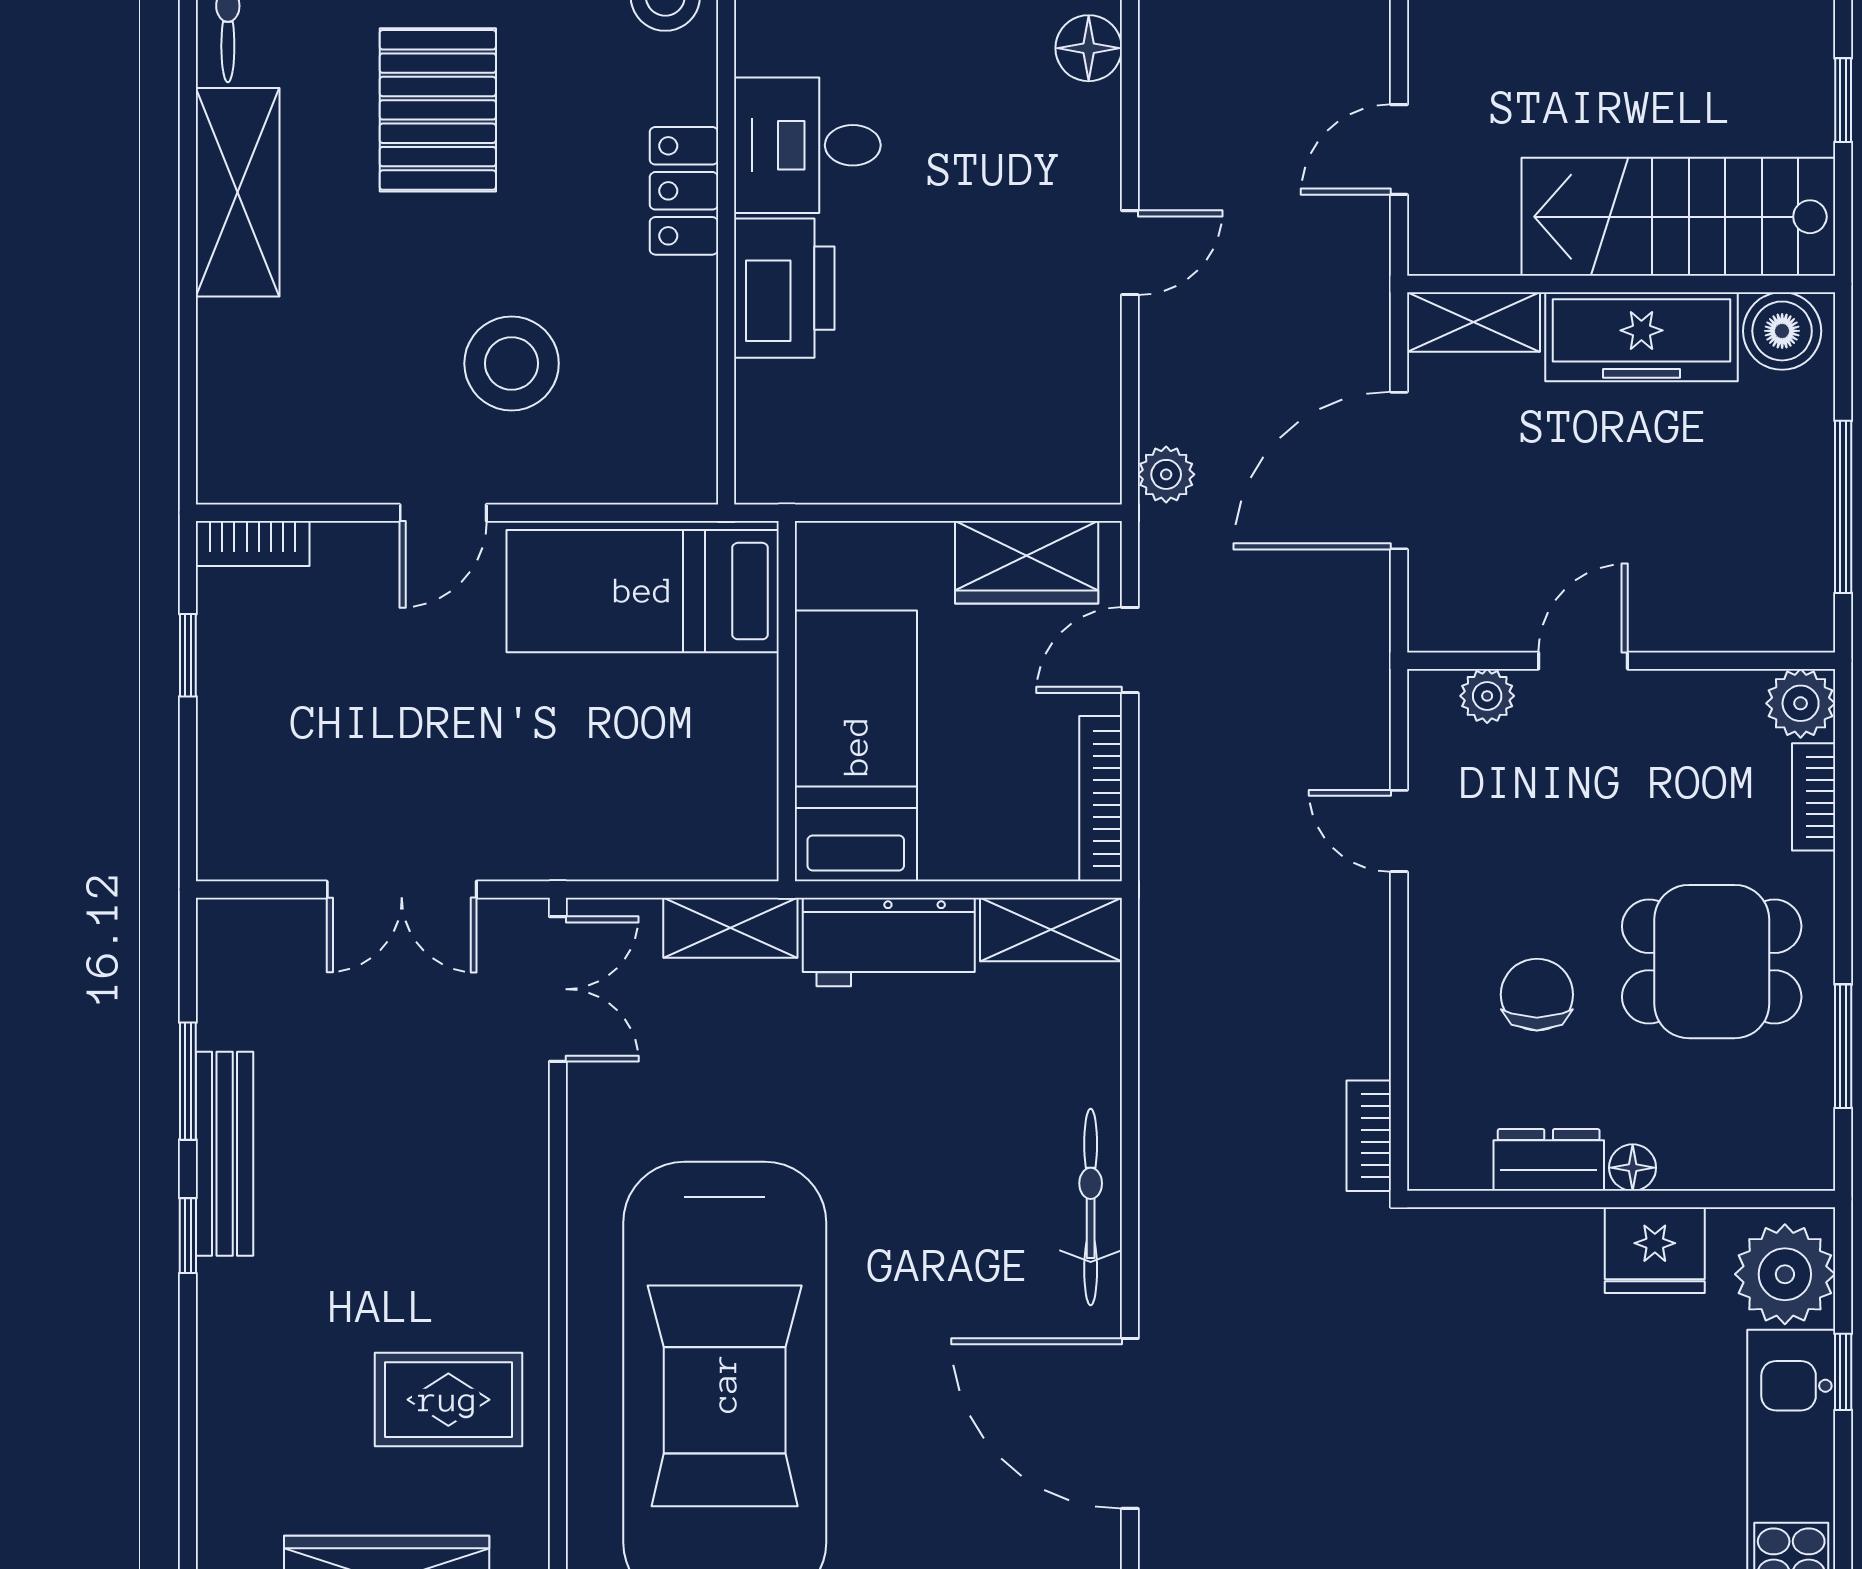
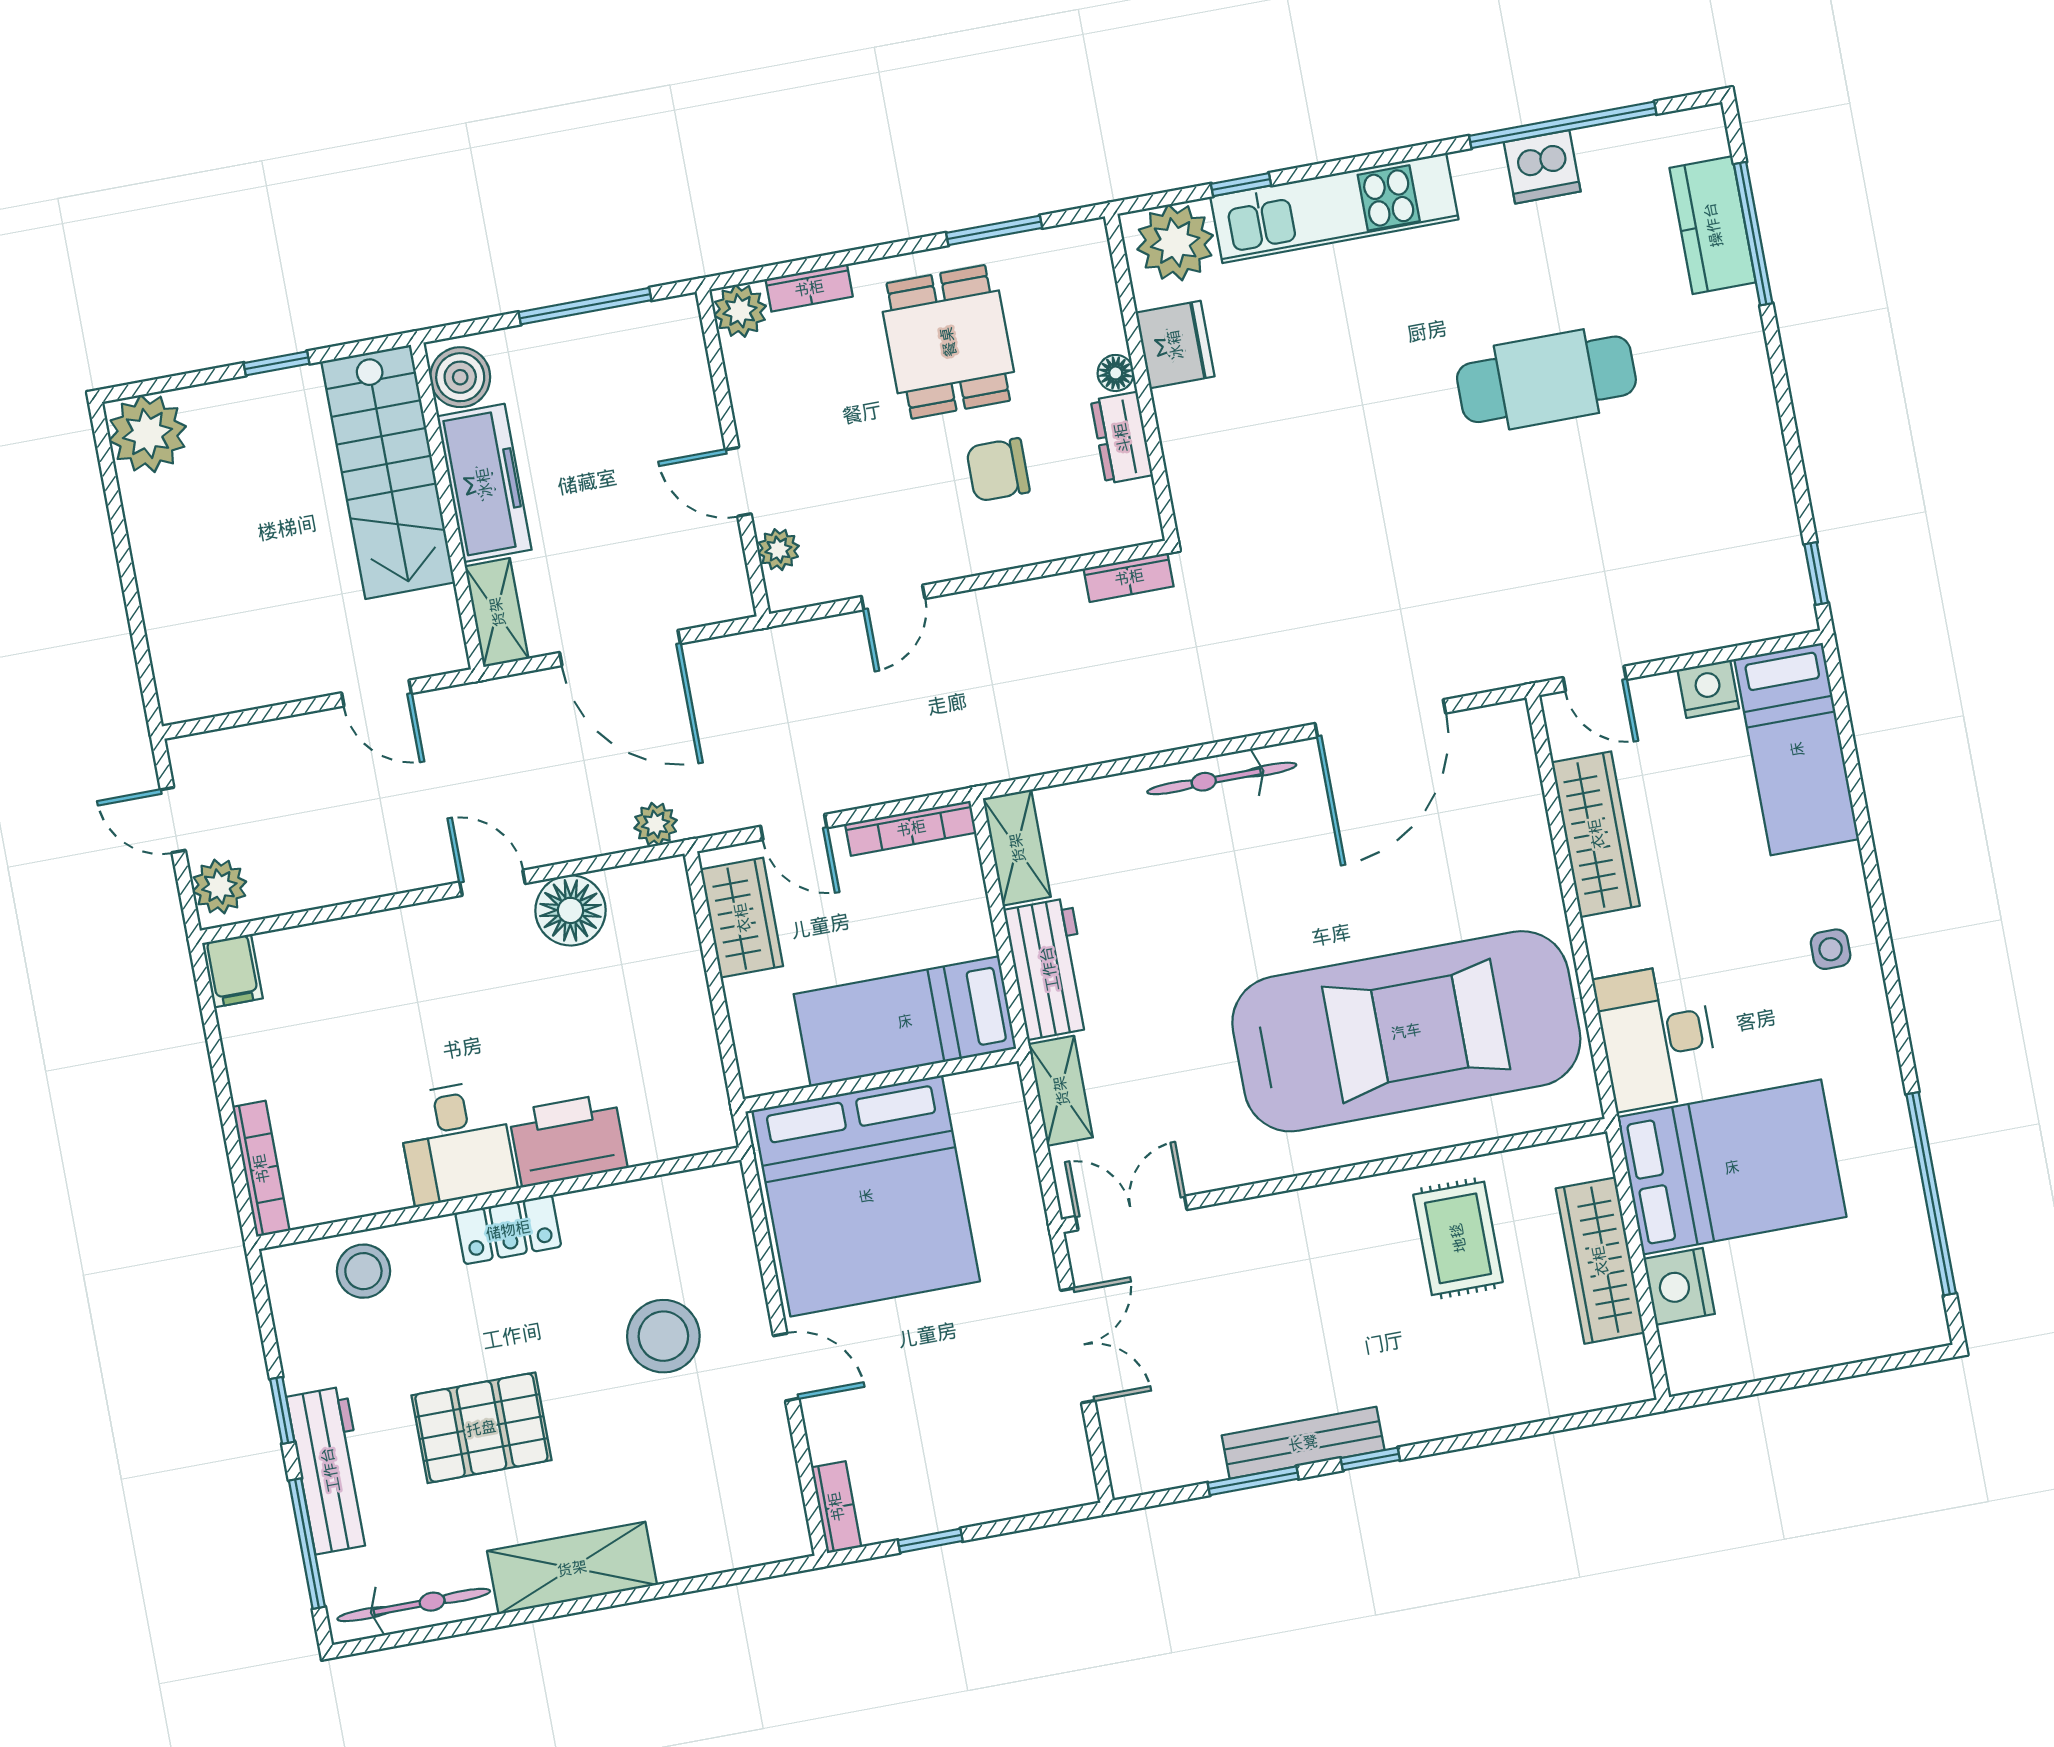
floor lamp: (1089, 48) -> (571, 910), moved, width x1.38, depth x1.38
bed: (643, 591) -> (866, 1196), width x2.04

